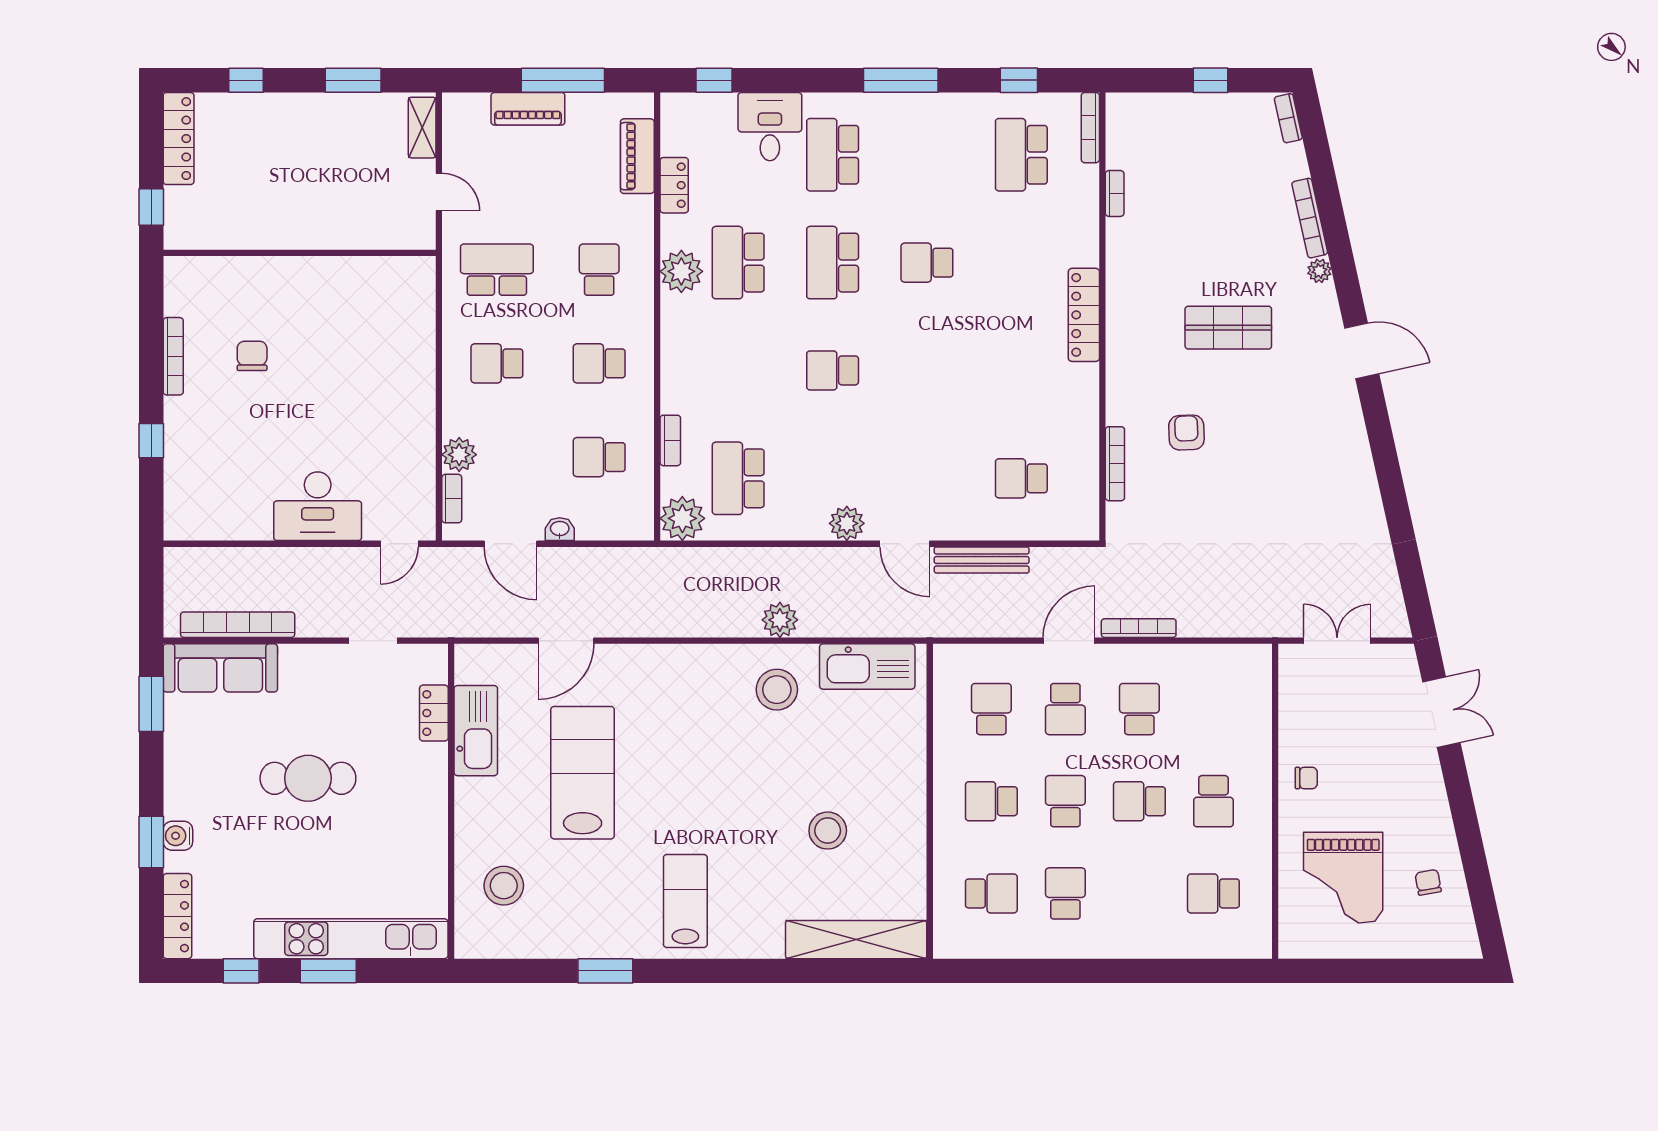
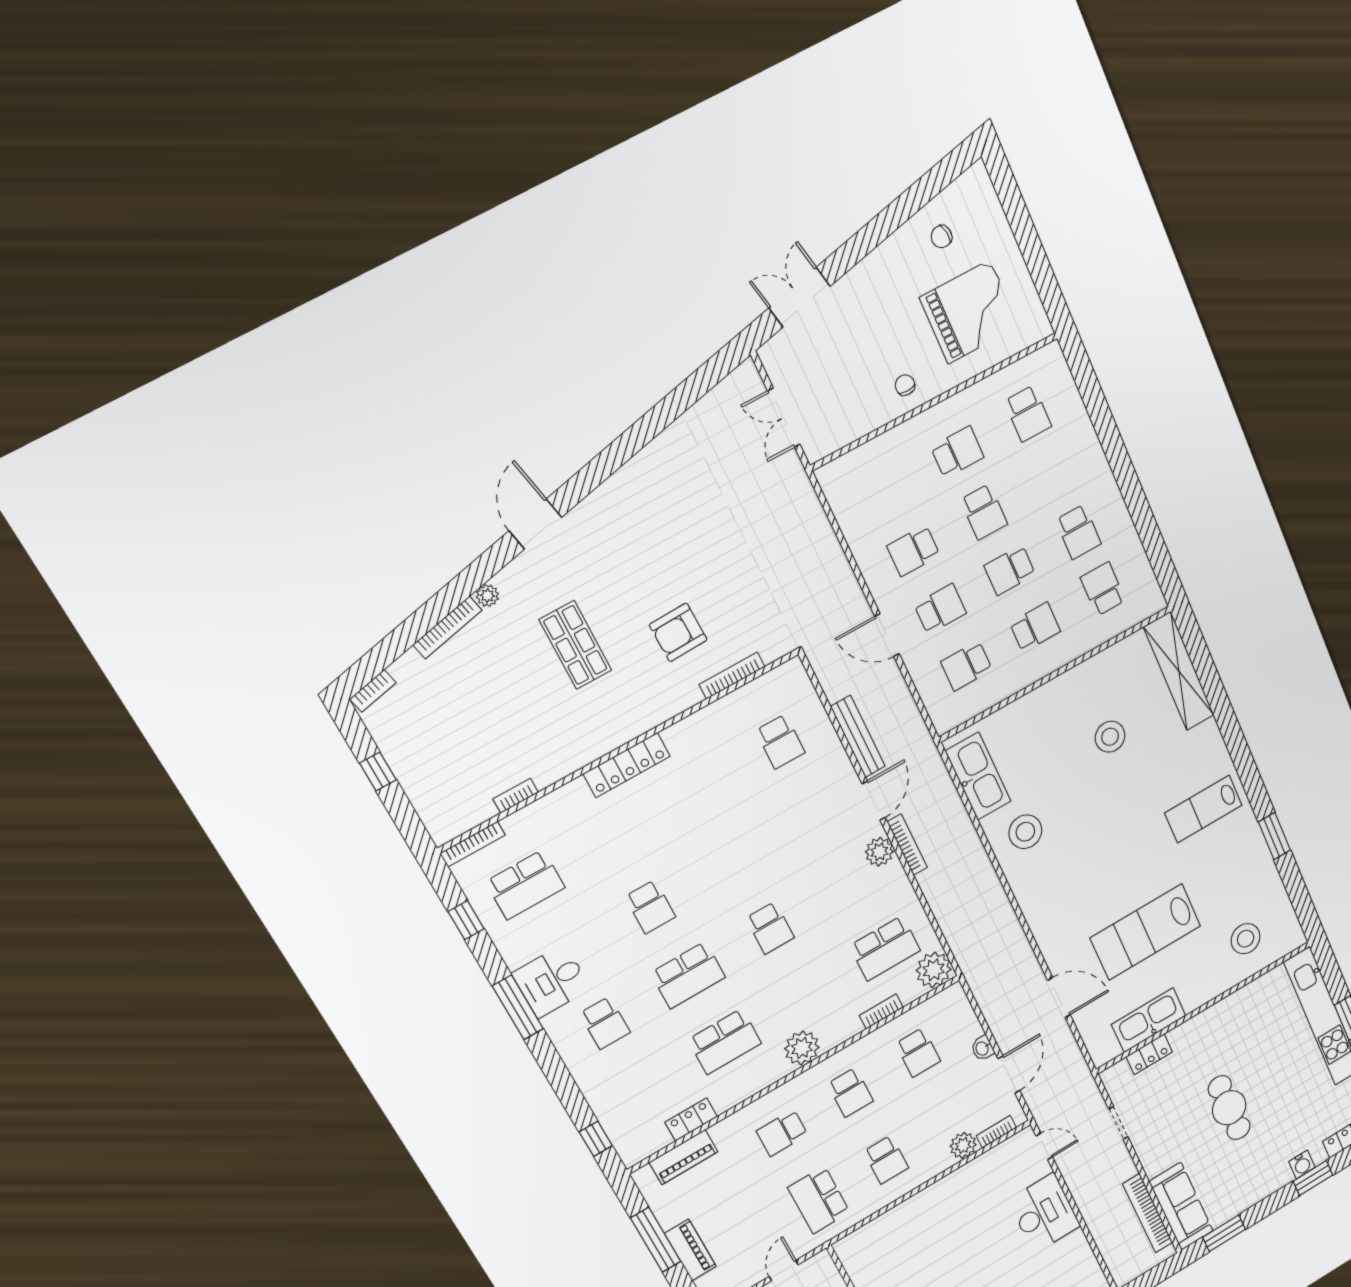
desk: (770, 127) -> (551, 981), moved
school desk: (833, 155) -> (605, 1023), width x0.54
plant: (681, 271) -> (802, 1048), moved
armchair: (1186, 433) -> (678, 632), width x1.38, depth x1.38
plant: (780, 620) -> (974, 859), removed
bookcase: (1139, 628) -> (907, 845), moved, turned 180
school desk: (991, 801) -> (1035, 627), turned -90
school desk: (1065, 893) -> (1078, 532), turned -90

